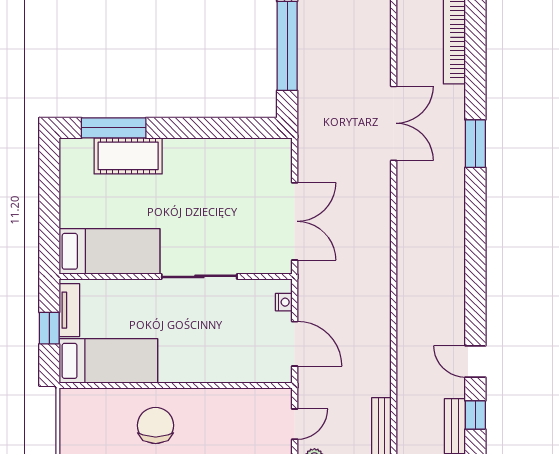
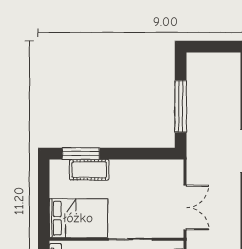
bed: (110, 251) -> (78, 218), width x1.50

